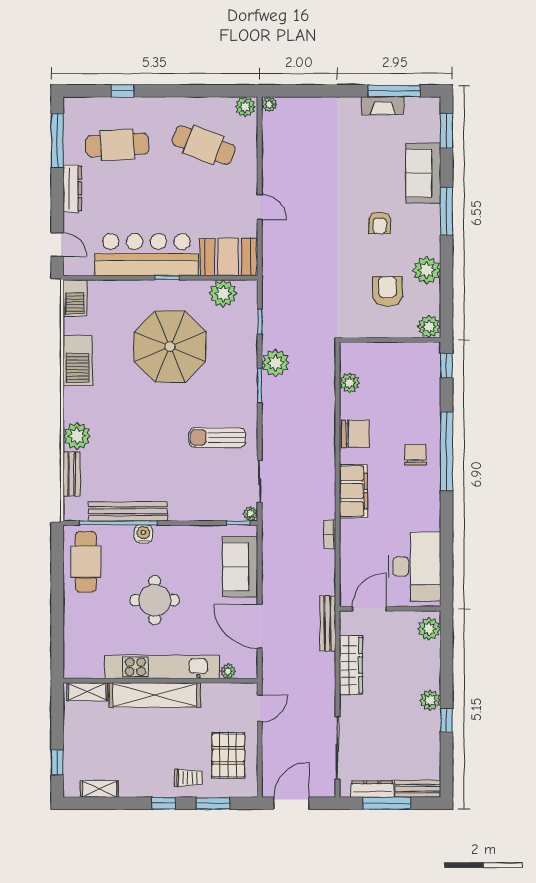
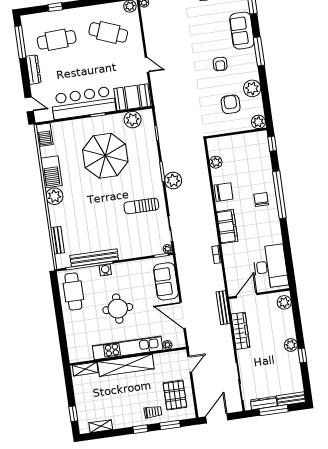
plant: (275, 363) -> (173, 181), moved
plant: (77, 436) -> (54, 196), moved

